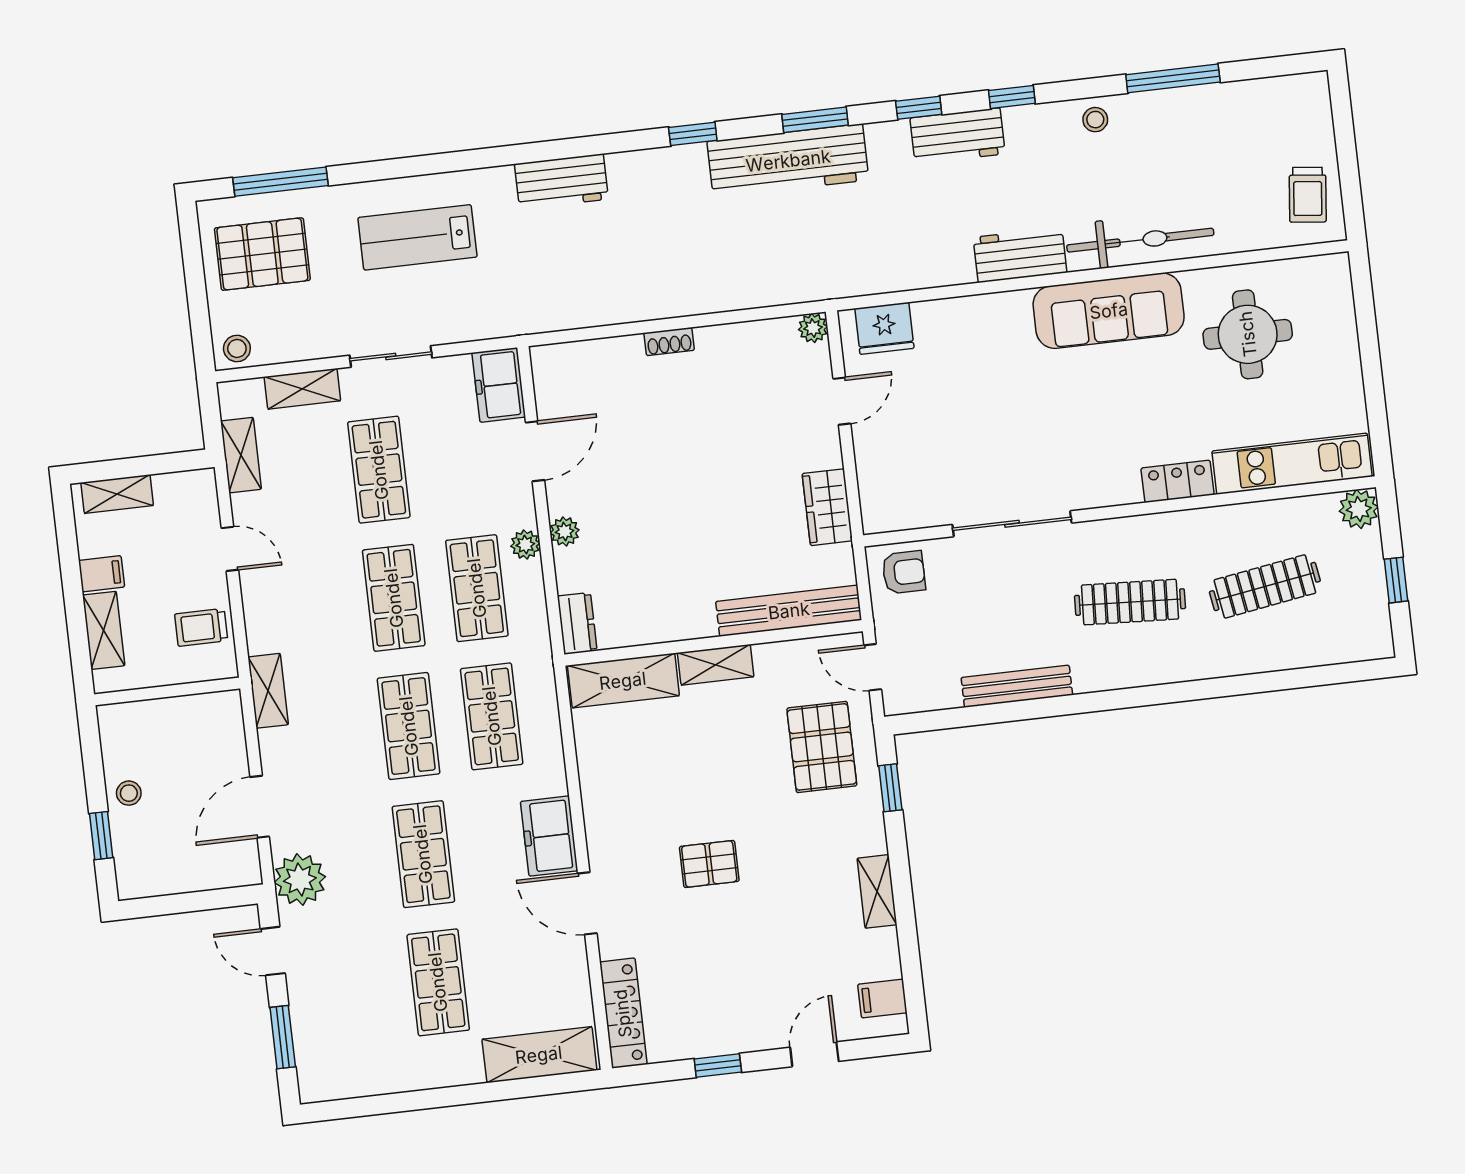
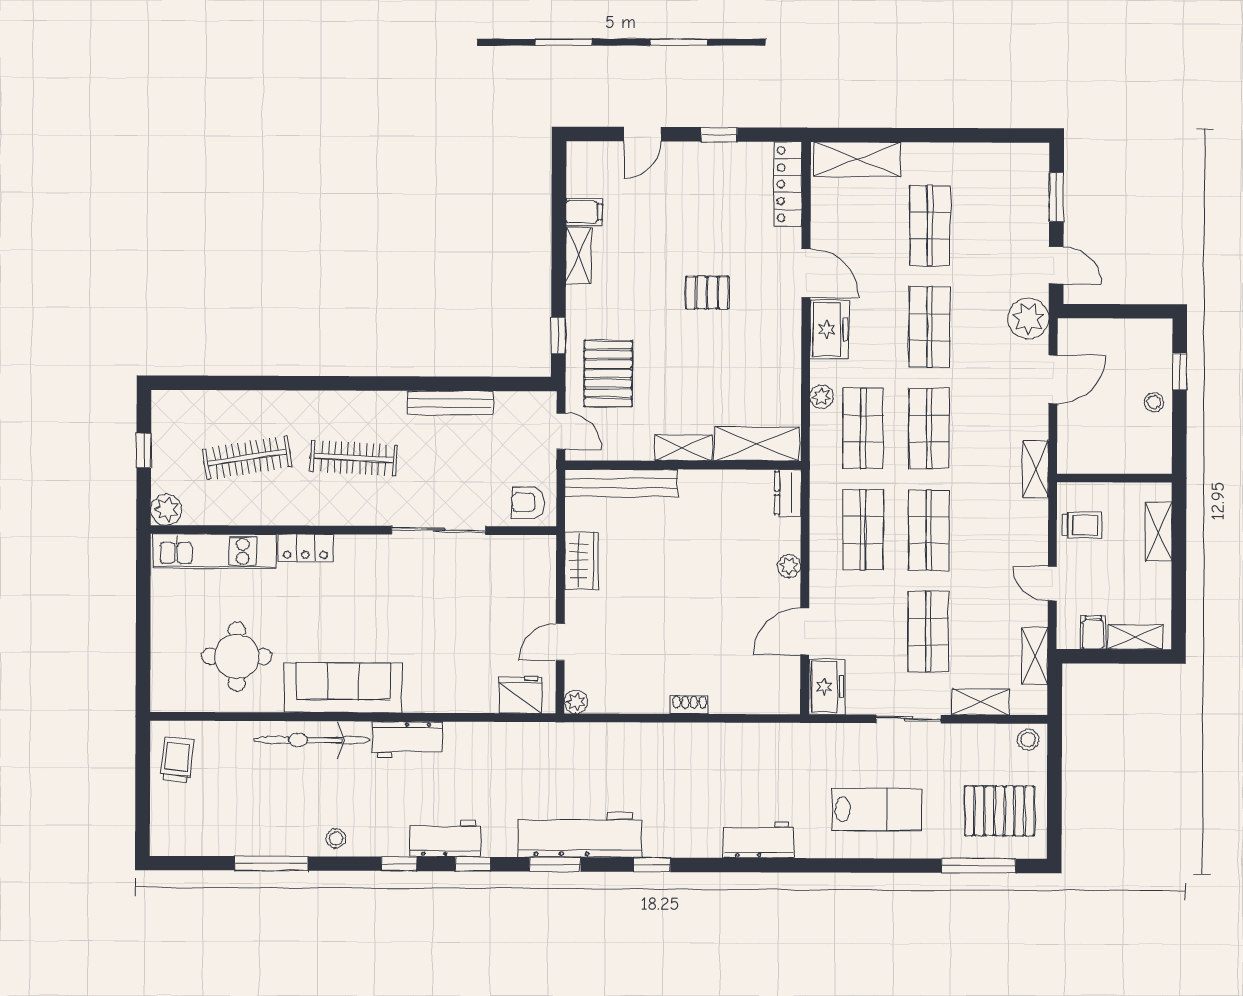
plant: (525, 545) -> (821, 397), moved
filing cabinet: (102, 574) -> (1093, 632), moved, turned 90
filing cabinet: (882, 999) -> (584, 212), moved

